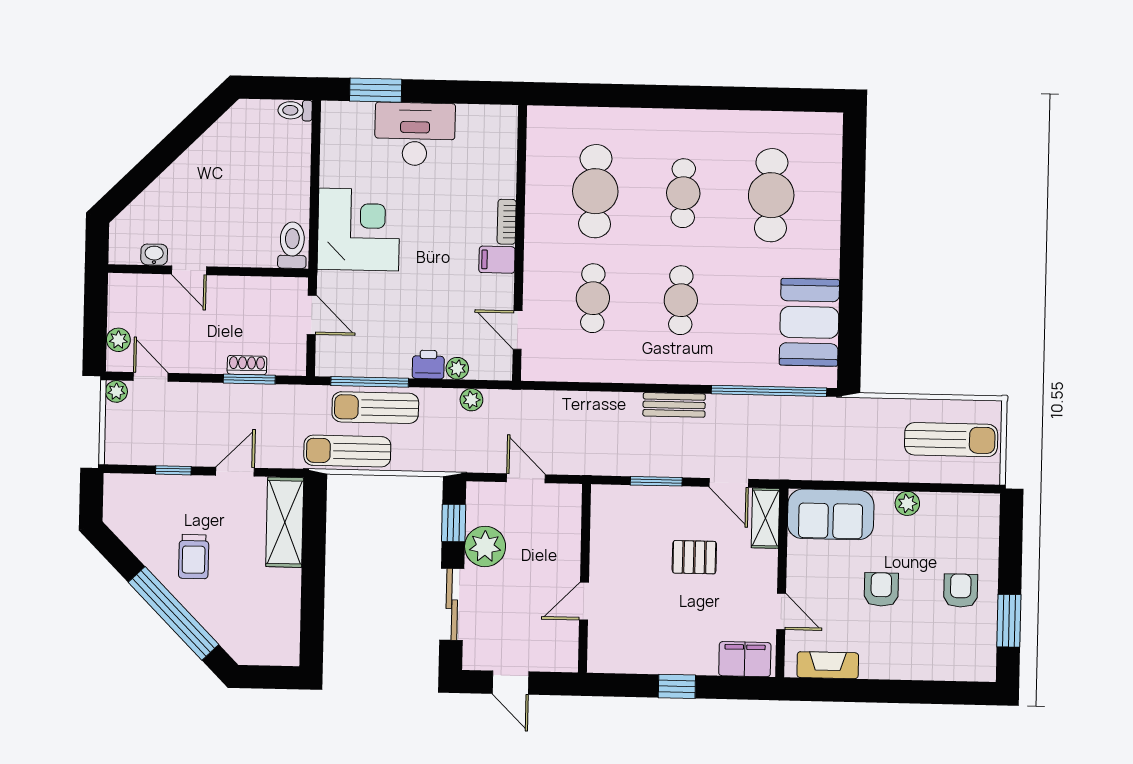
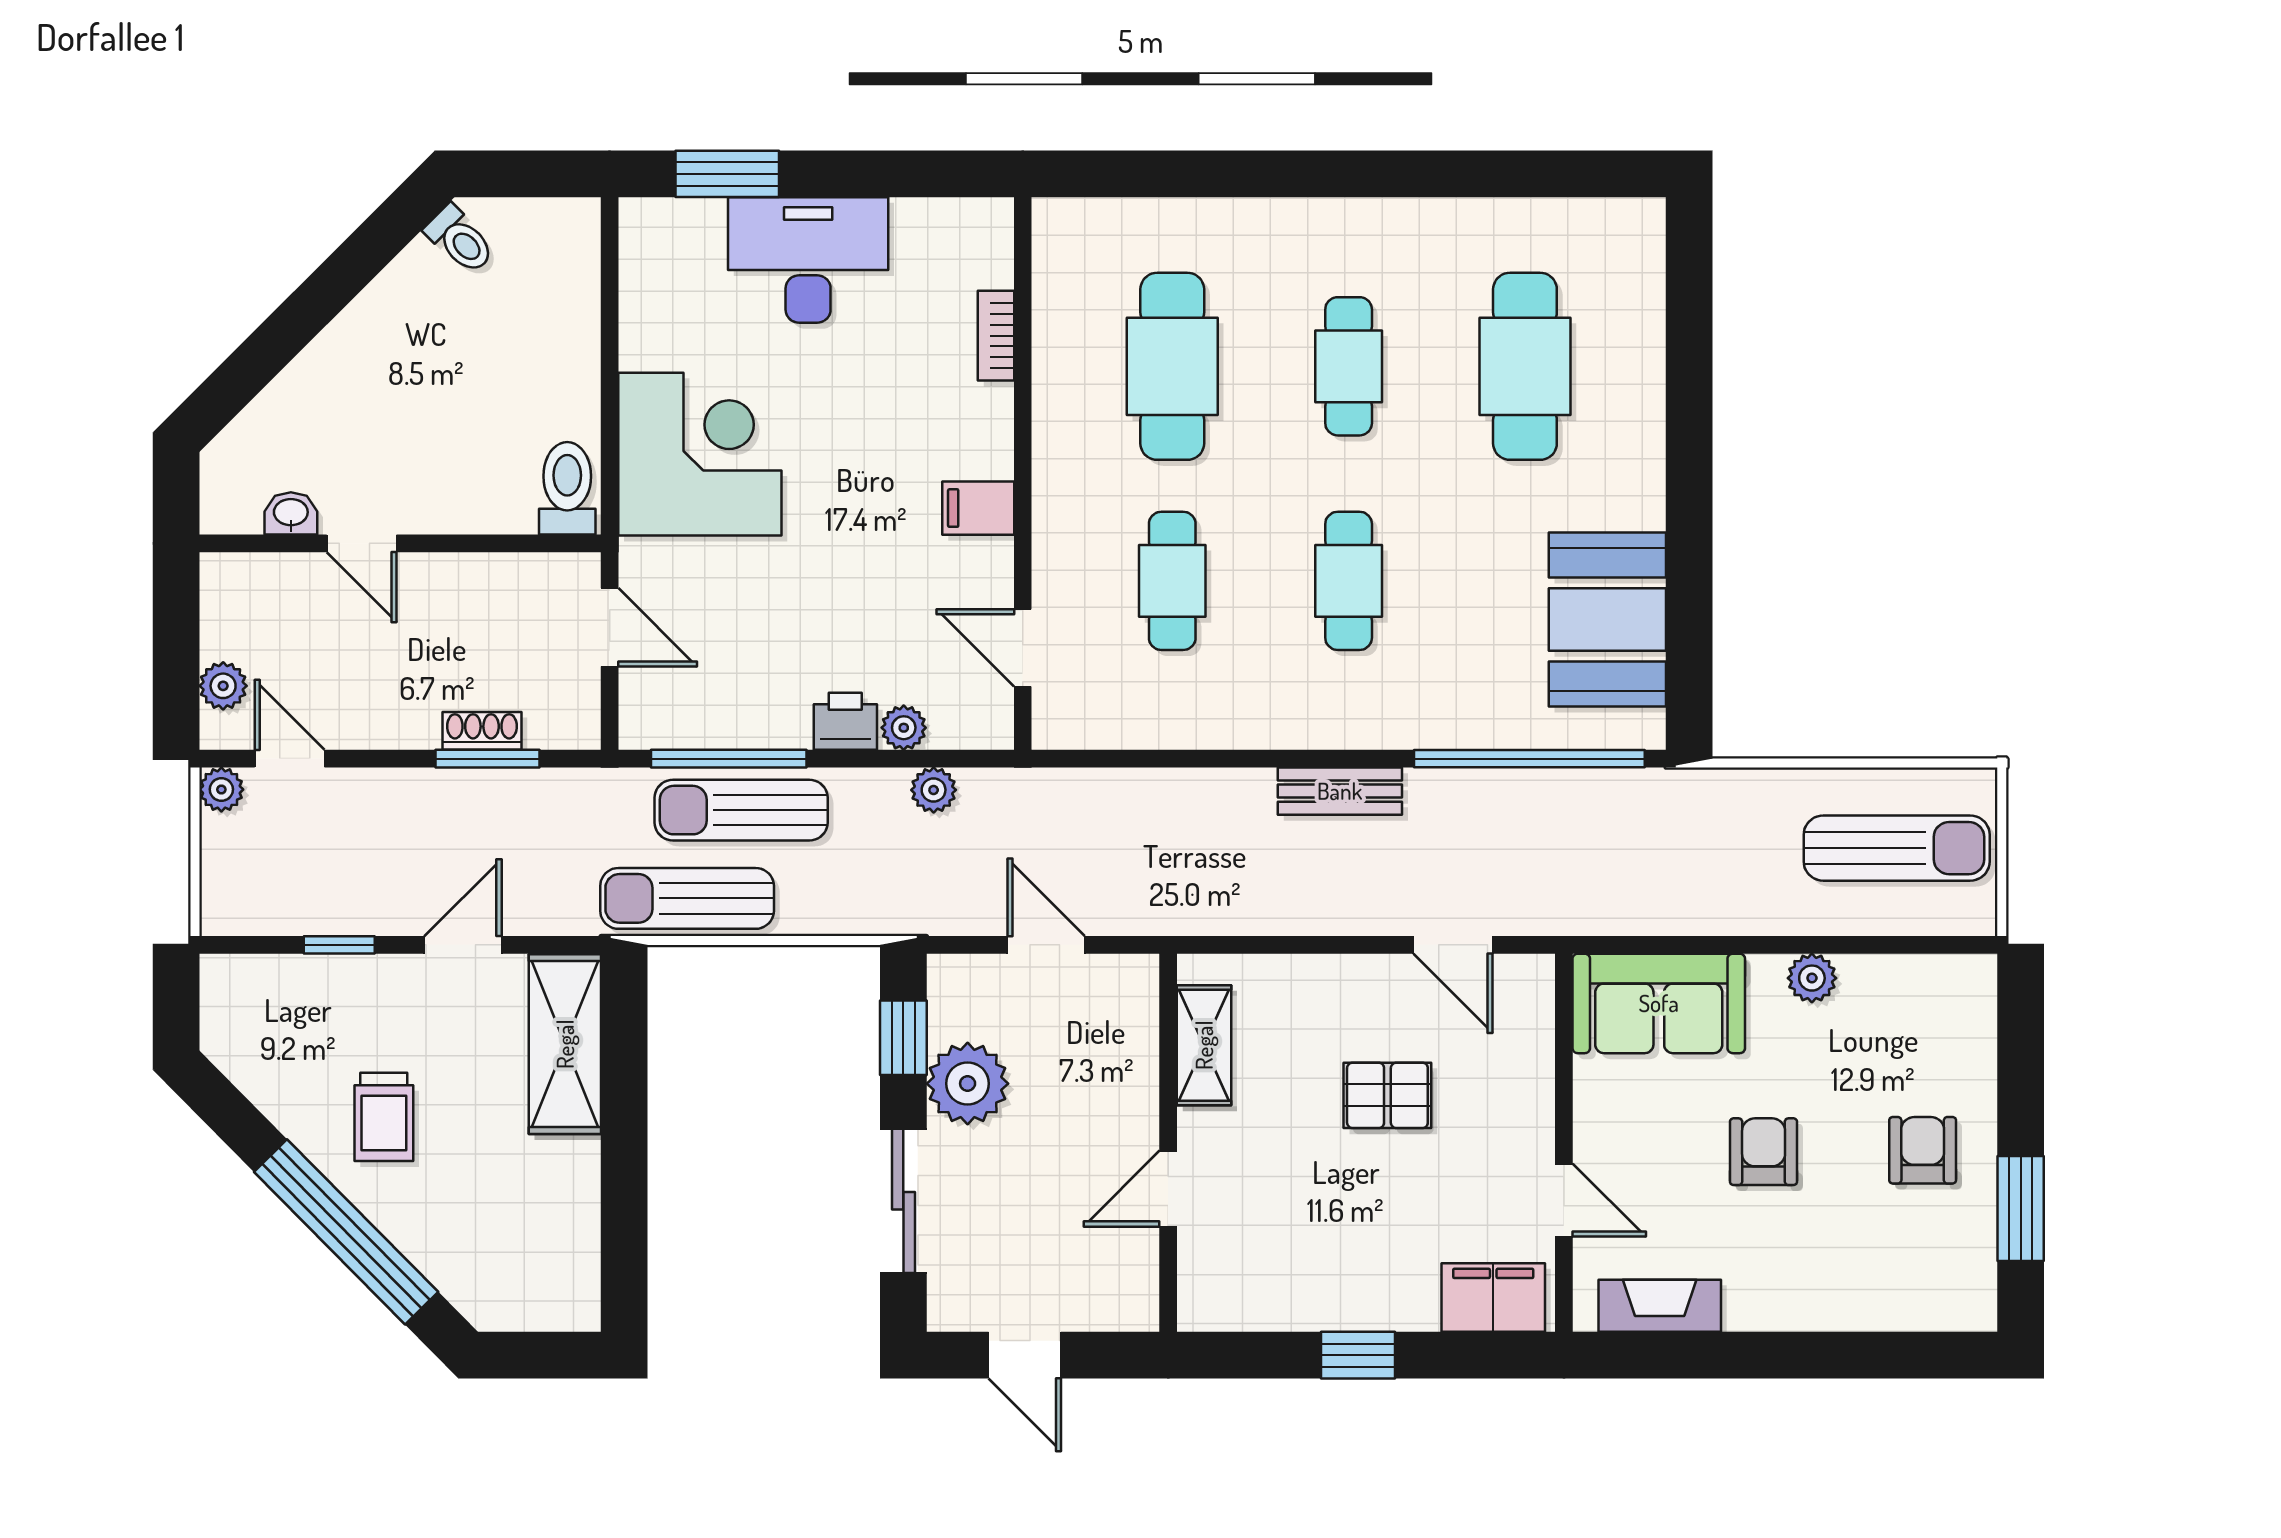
toilet: (295, 110) -> (460, 240), moved, turned -135
bookcase: (507, 222) -> (996, 336), moved
window: (656, 481) -> (1308, 945), removed
shelving: (765, 518) -> (1204, 1045), moved

